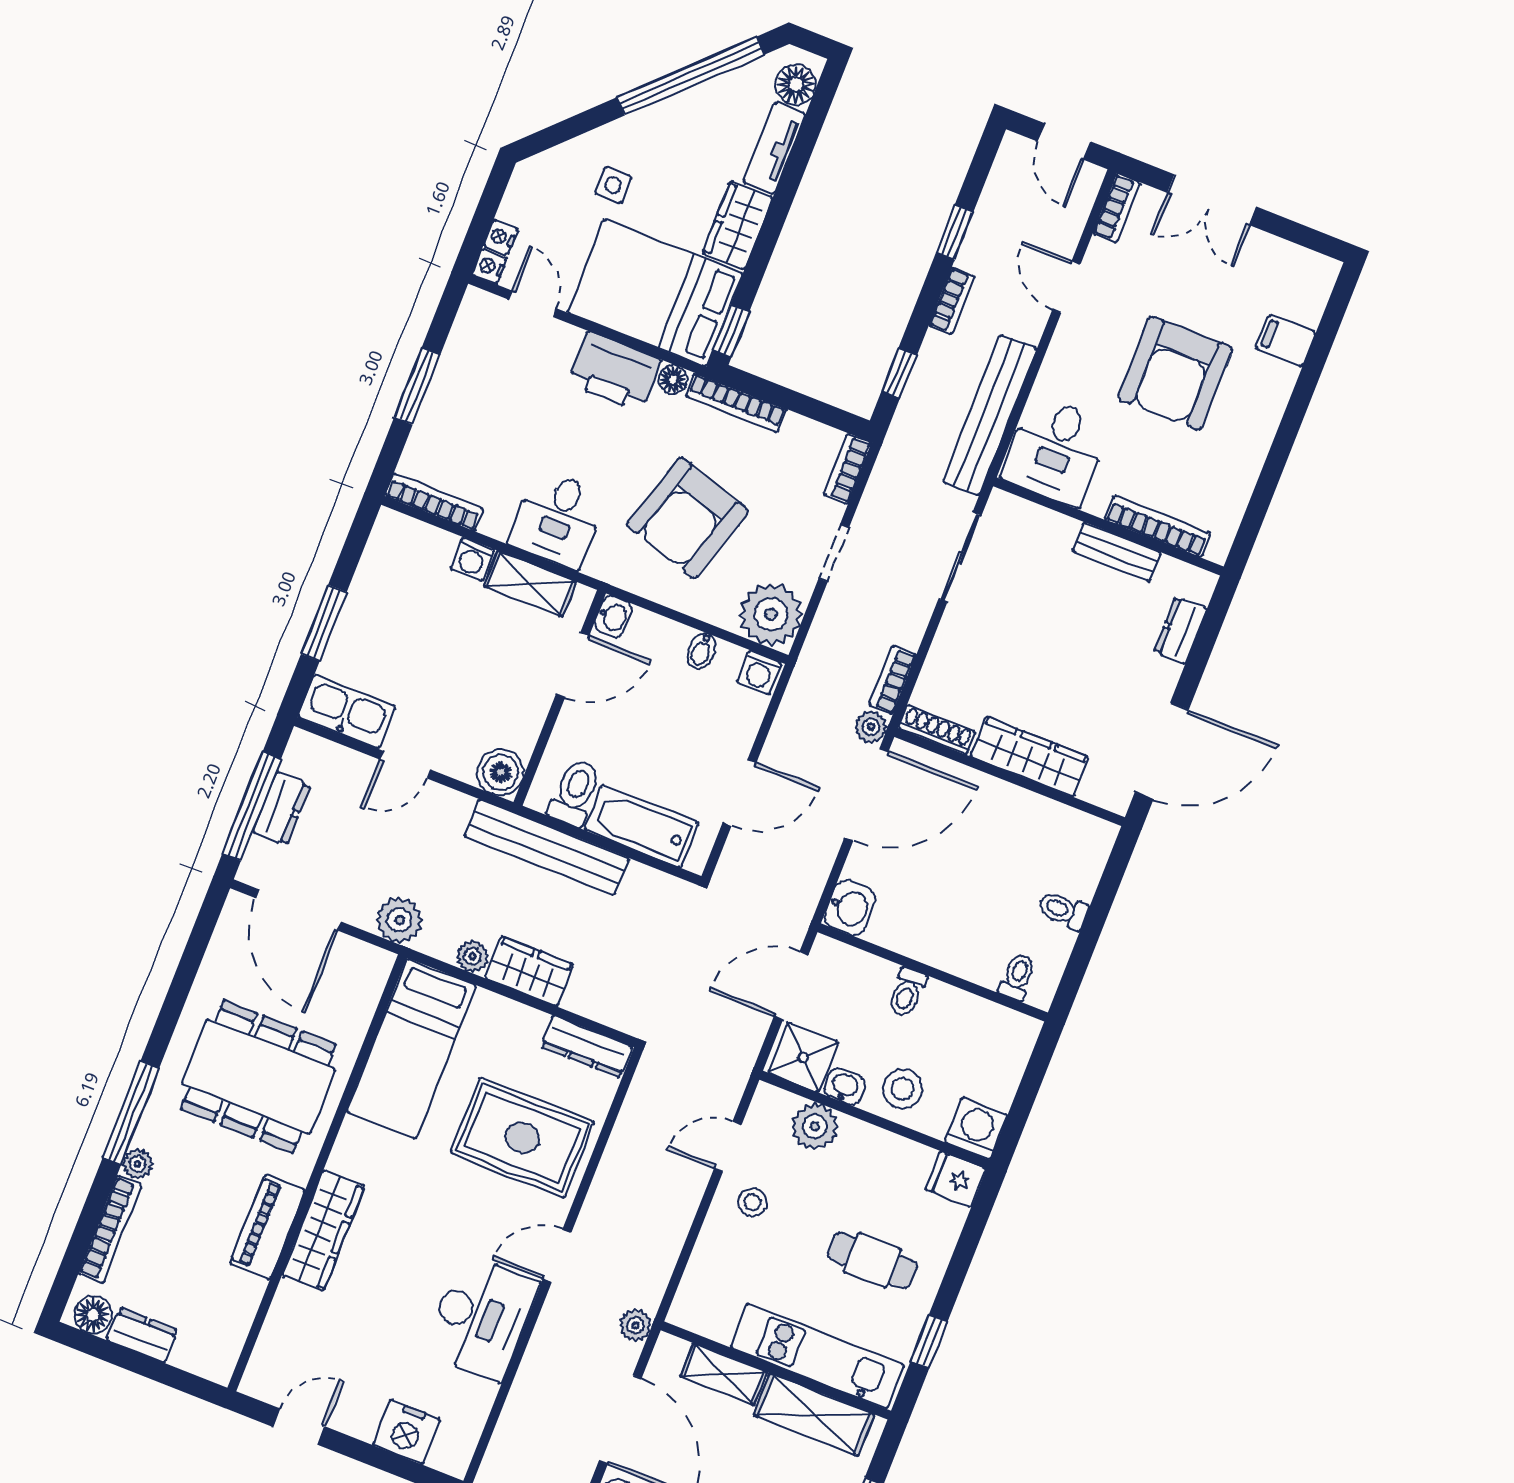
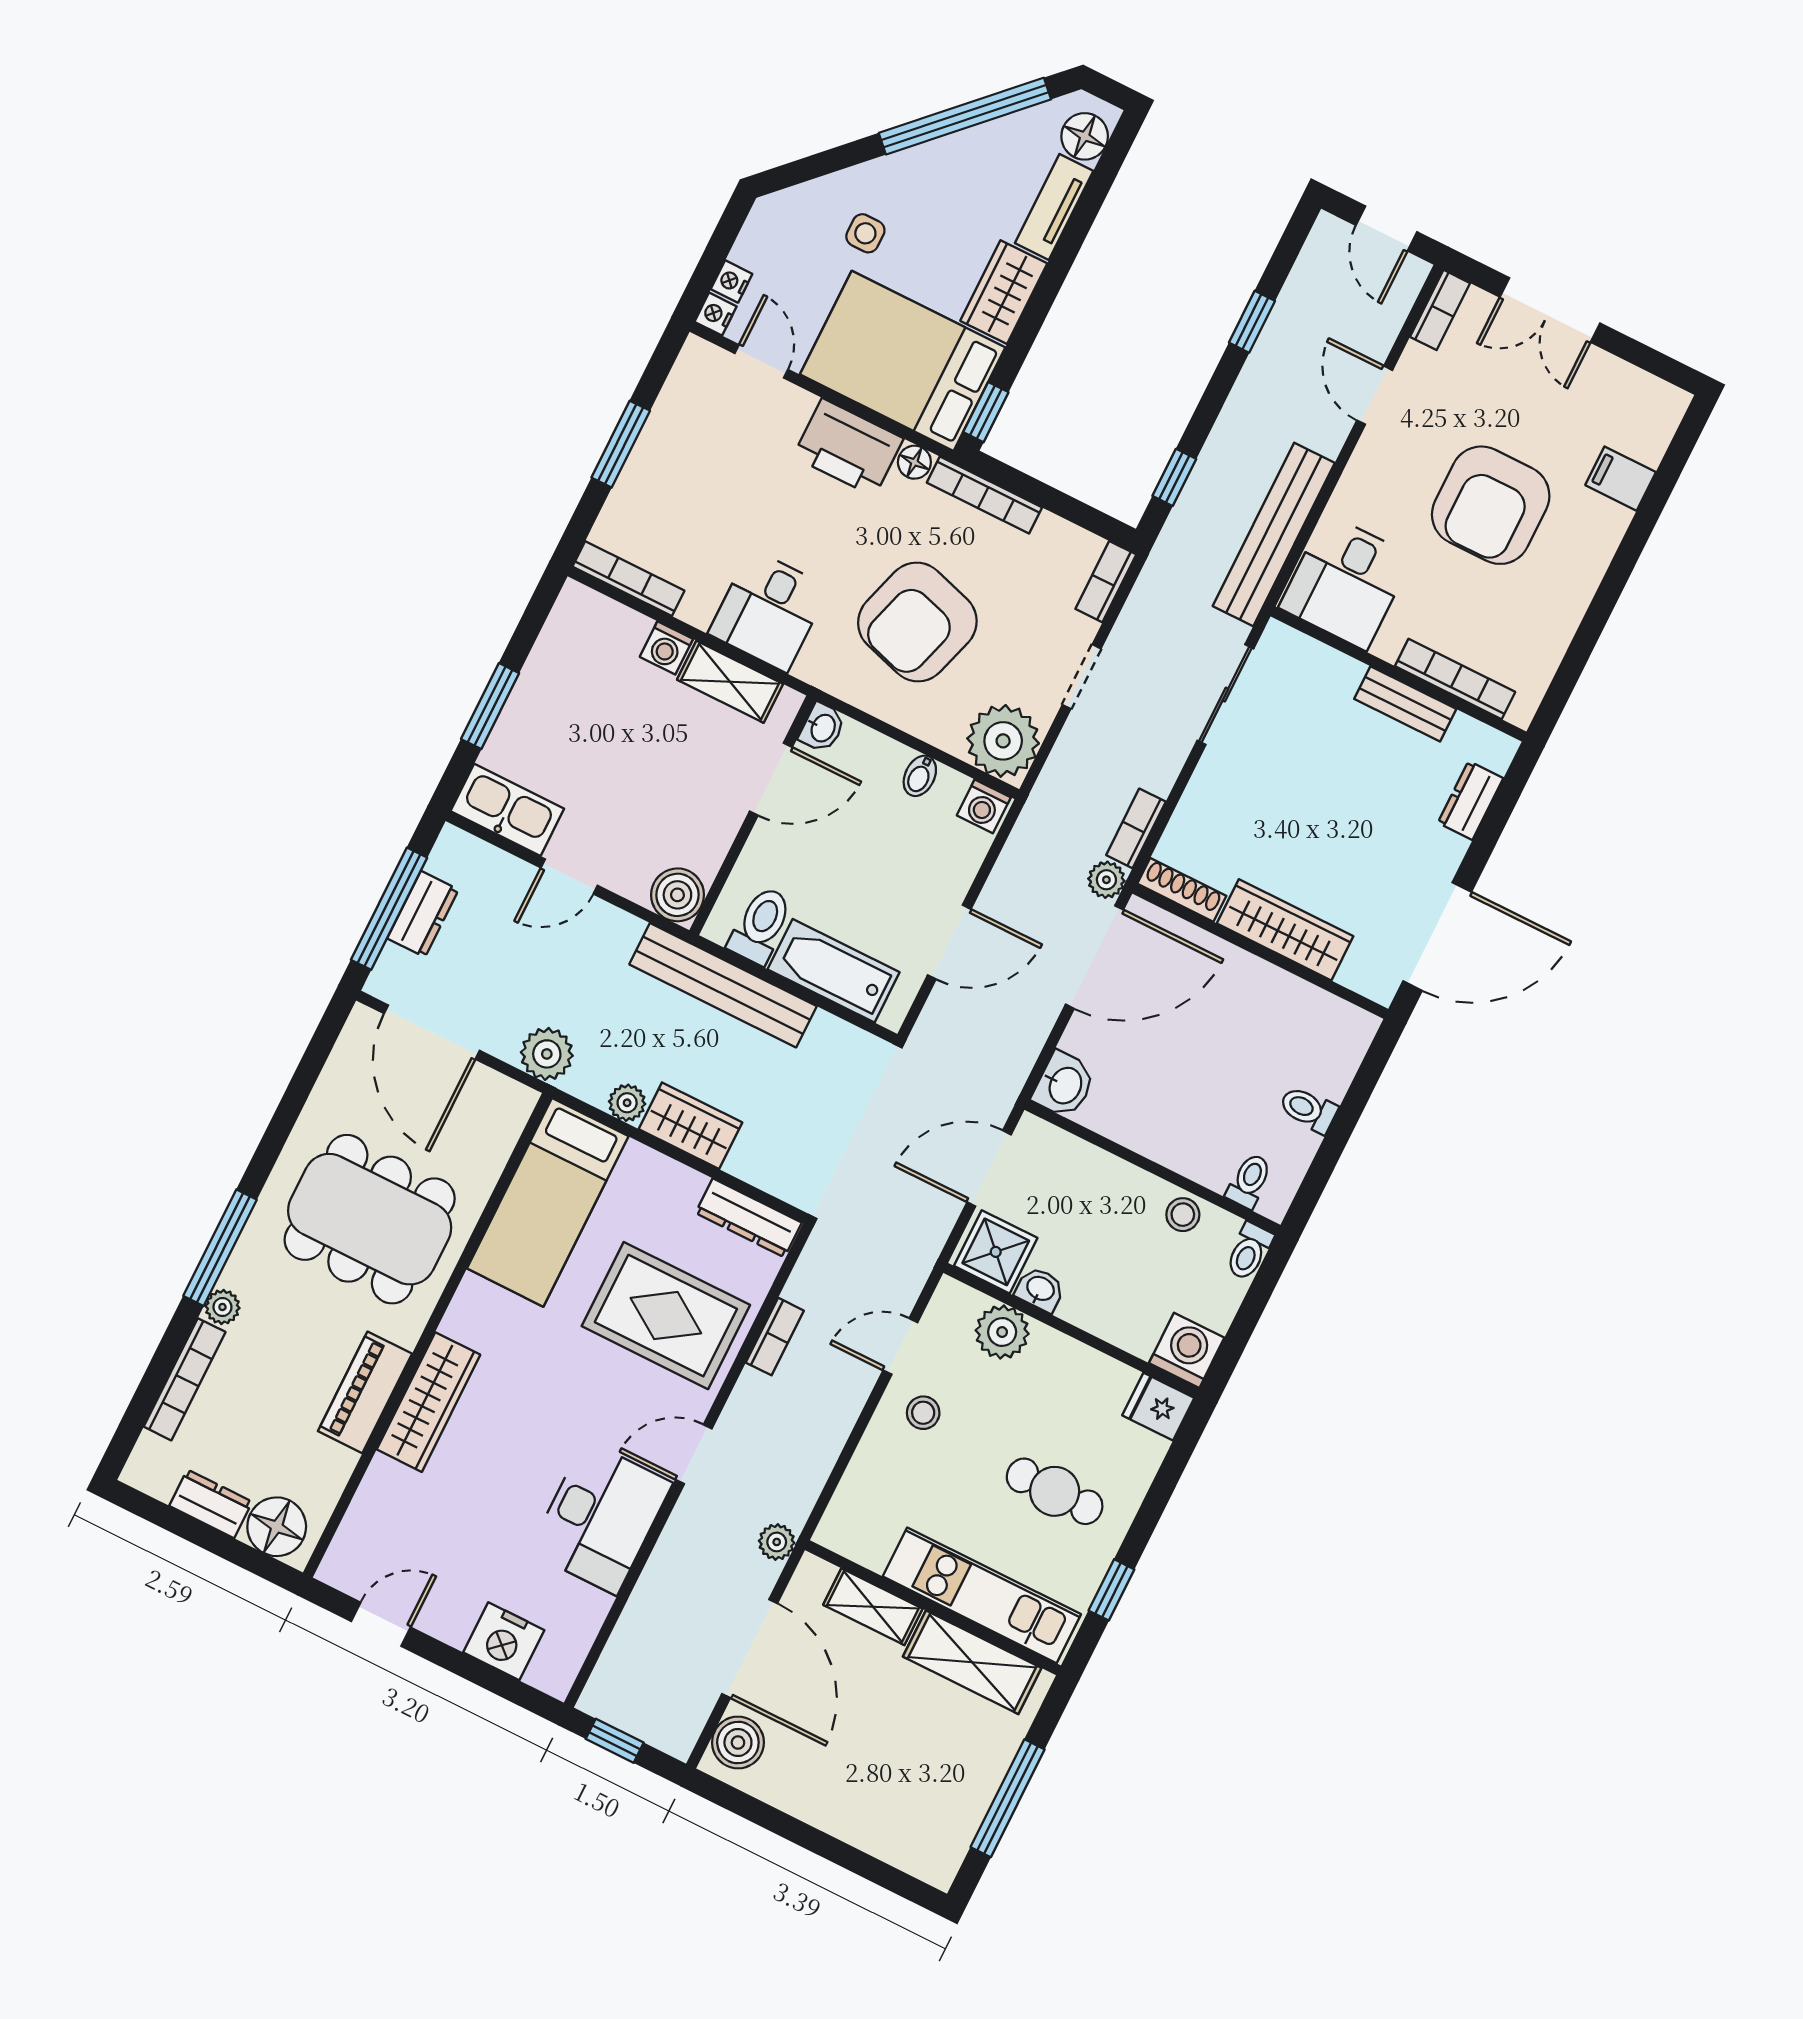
bookcase: (952, 301) -> (775, 1337), moved
toilet: (907, 992) -> (1249, 1252), moved
stool: (903, 1089) -> (1183, 1215), moved, width x0.73, depth x0.73
floor lamp: (93, 1315) -> (277, 1527), moved, width x1.38, depth x1.38

